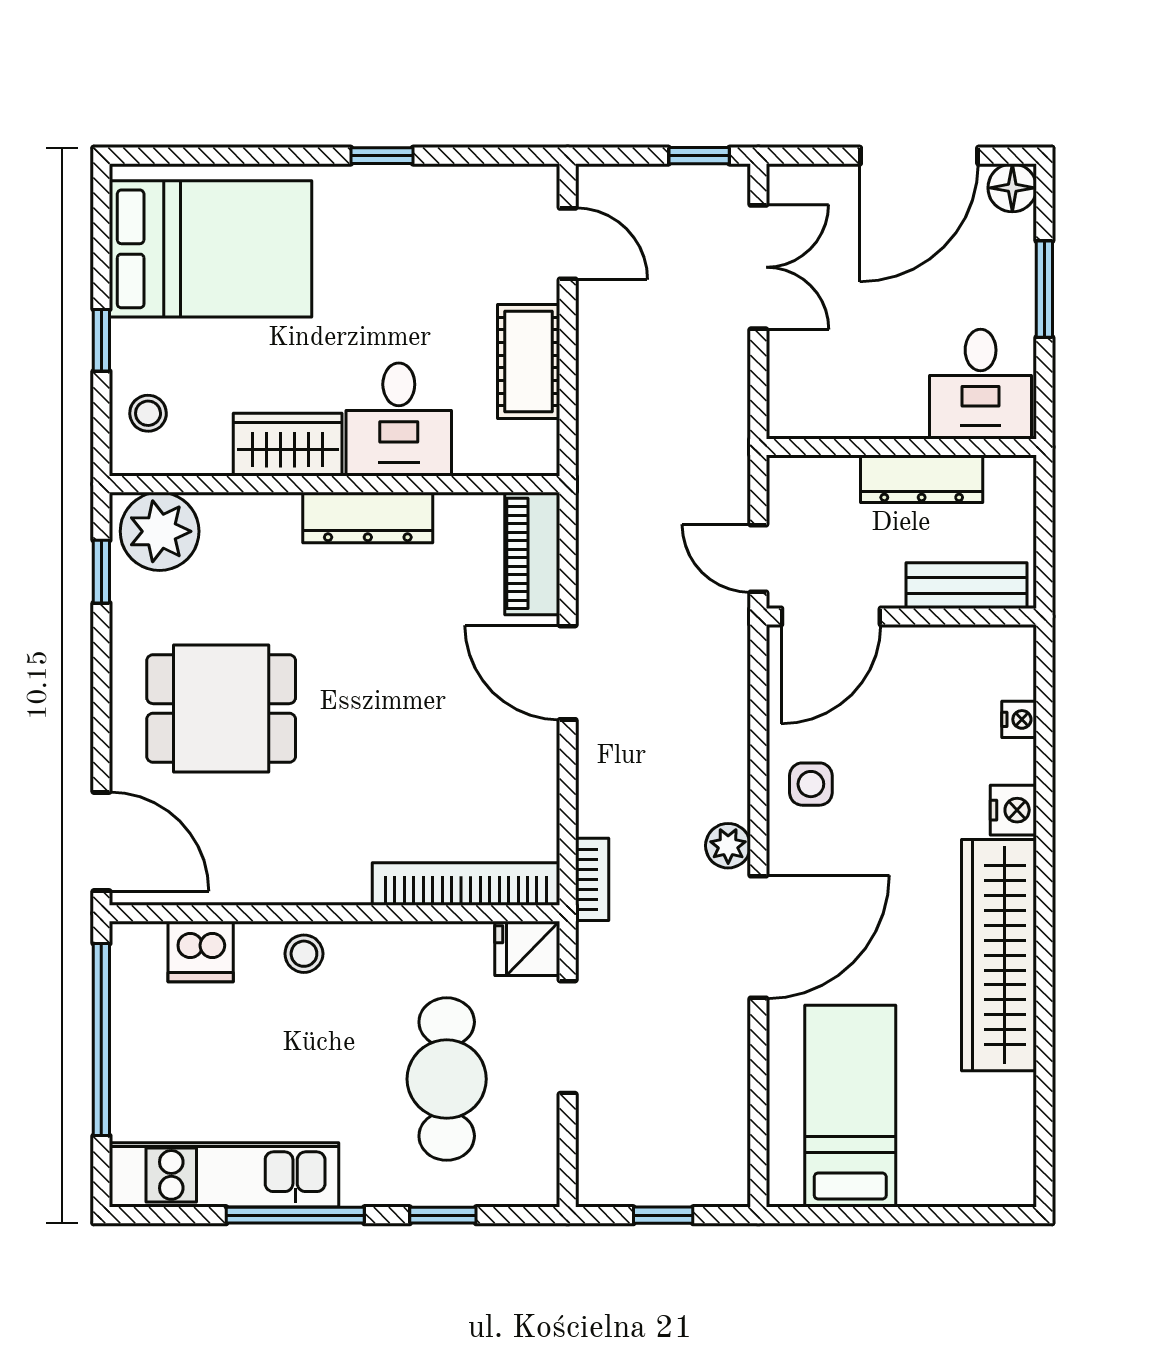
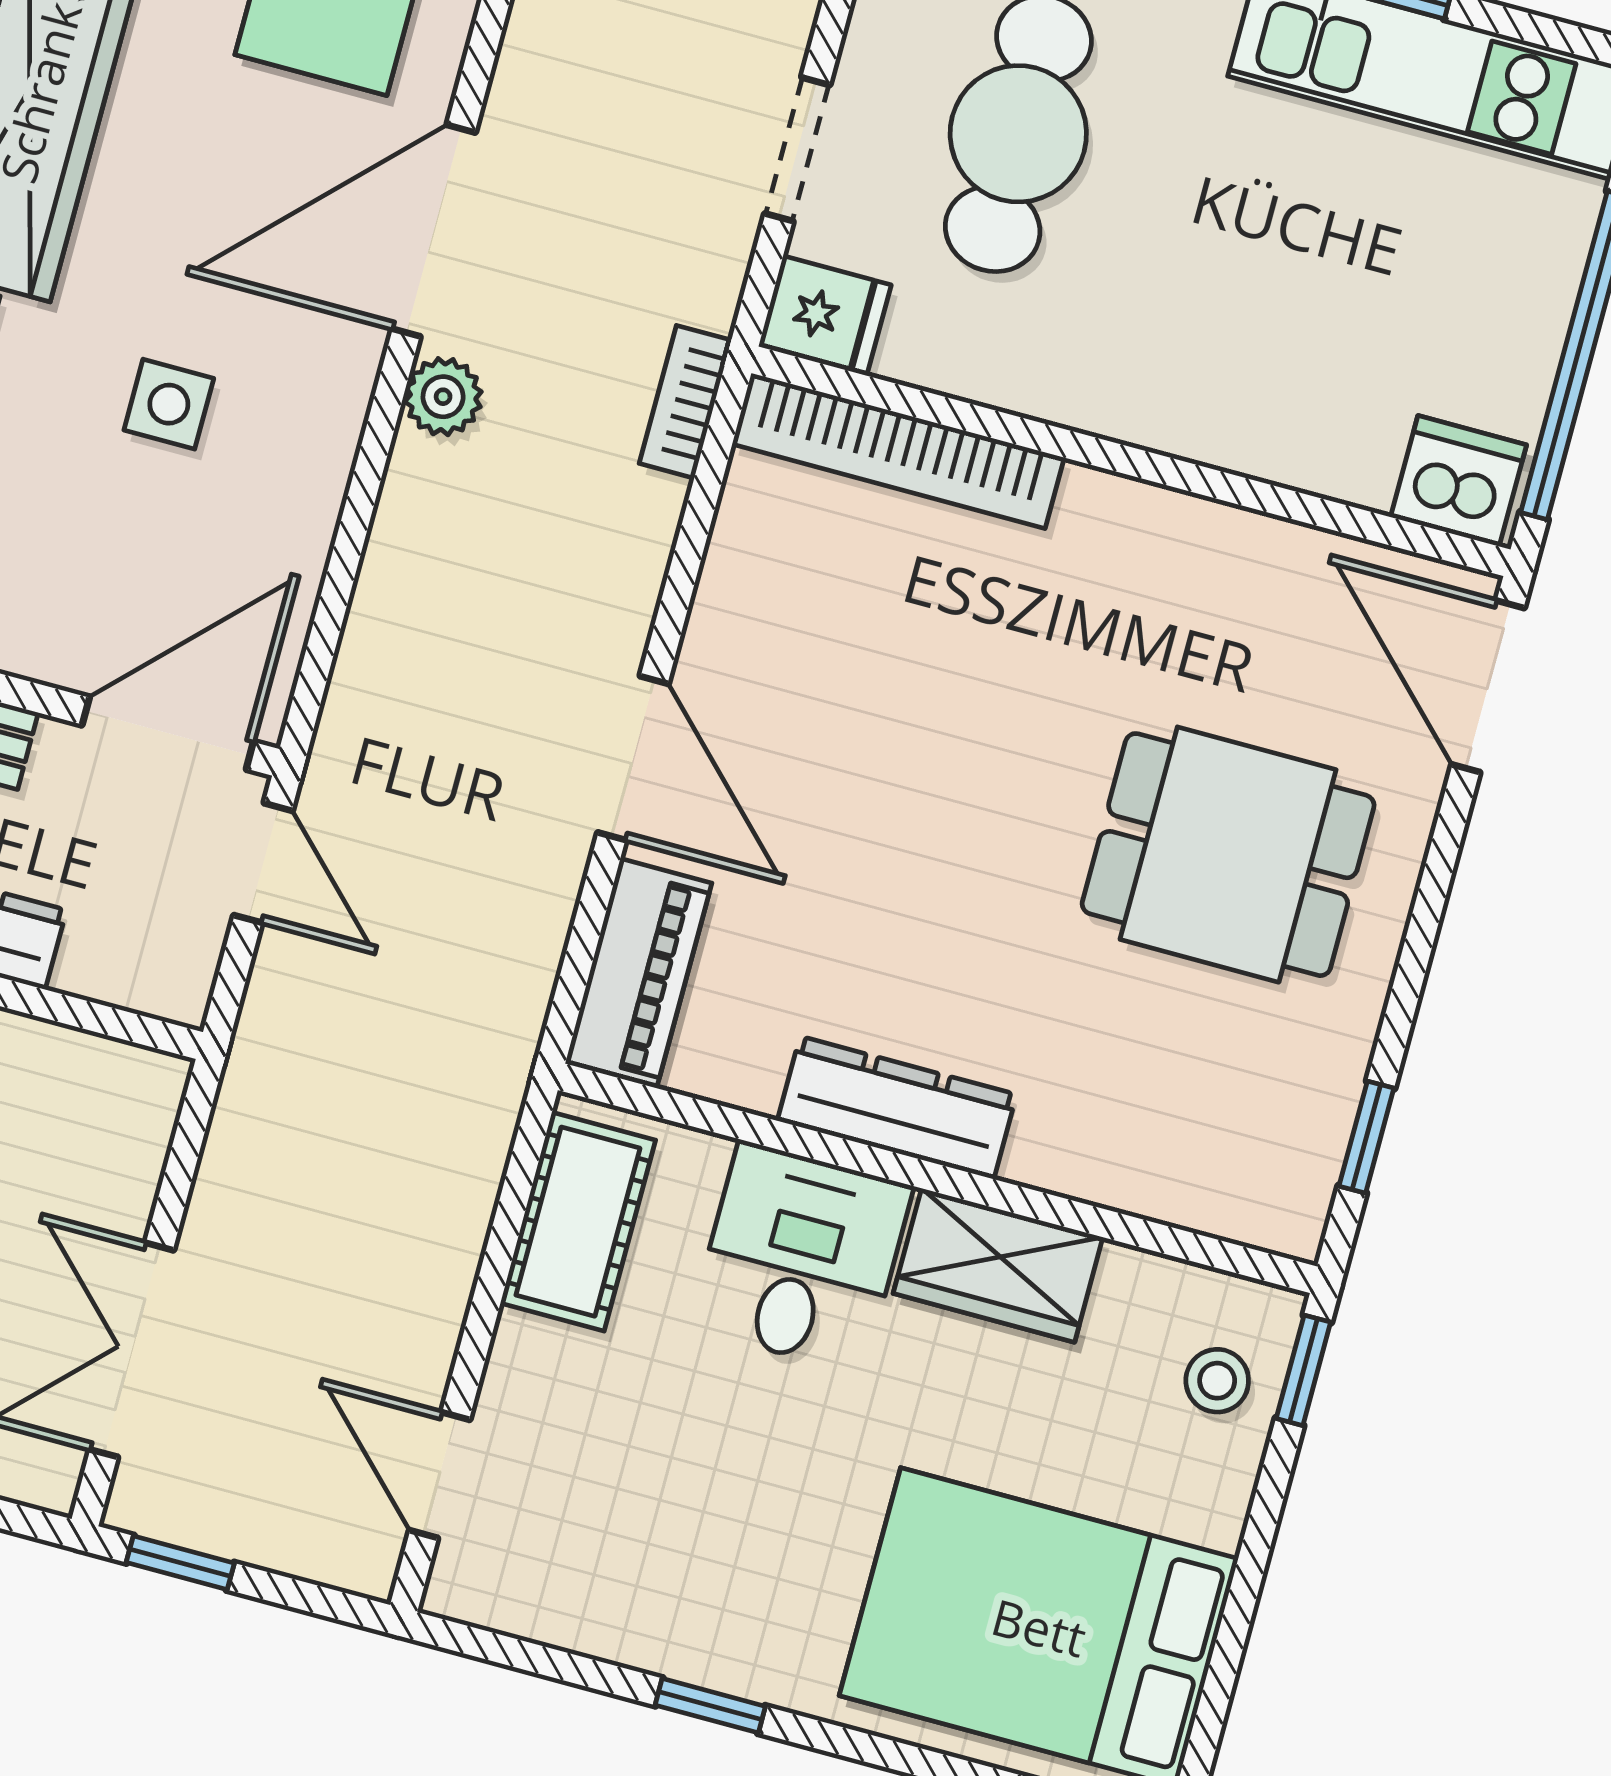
window: (101, 340) -> (1303, 1370), moved
cot: (529, 362) -> (578, 1222), moved
plant: (160, 531) -> (1251, 1178), removed
side table: (811, 784) -> (169, 404), moved
dishwasher: (201, 952) -> (1459, 481), moved
stool: (304, 954) -> (1200, 407), removed
doorway: (568, 1037) -> (797, 149), width x0.73

